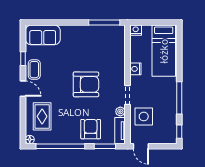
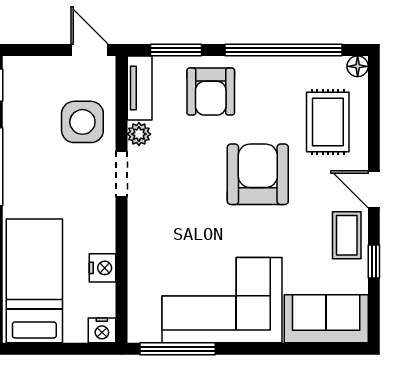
corner sofa: (86, 43) -> (222, 300), added
nightstand: (135, 69) -> (103, 268), moved
armchair: (86, 84) -> (258, 174), moved, turned 90

